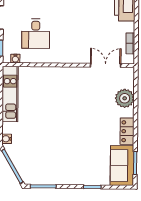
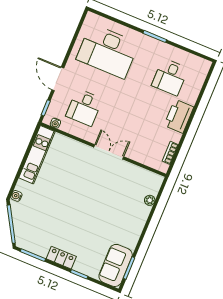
double door: (106, 65) -> (109, 152), moved
plant: (125, 98) -> (150, 200), width x0.53, depth x0.53
locker: (127, 131) -> (61, 258), moved, turned 90

